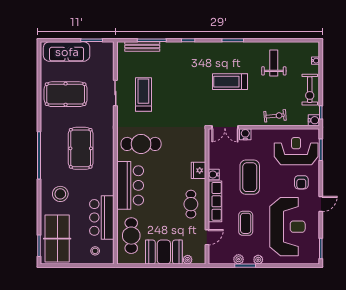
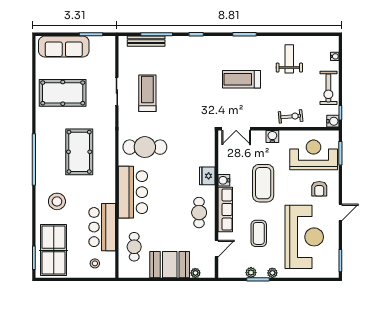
water cooler: (245, 134) -> (272, 136), moved
cafe table: (131, 236) -> (134, 247), width x0.73, depth x0.74

